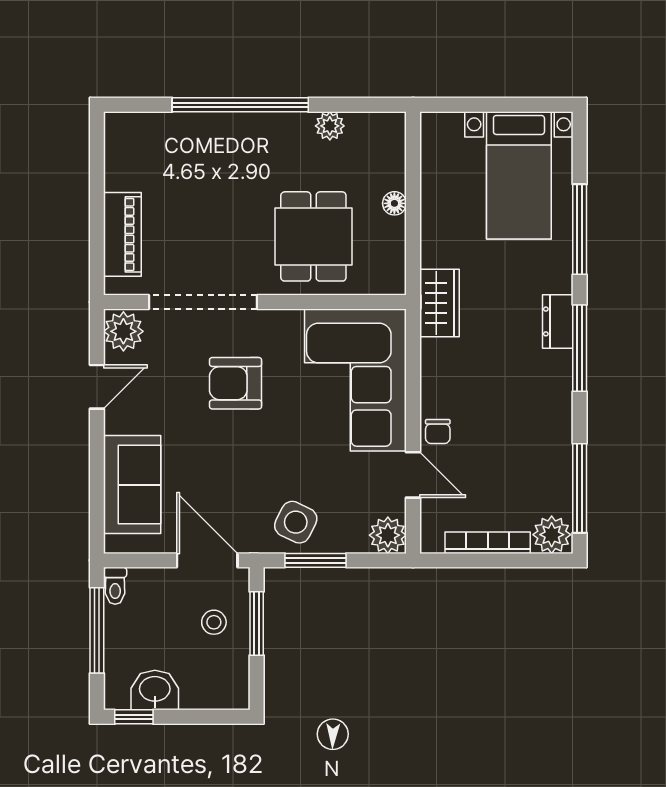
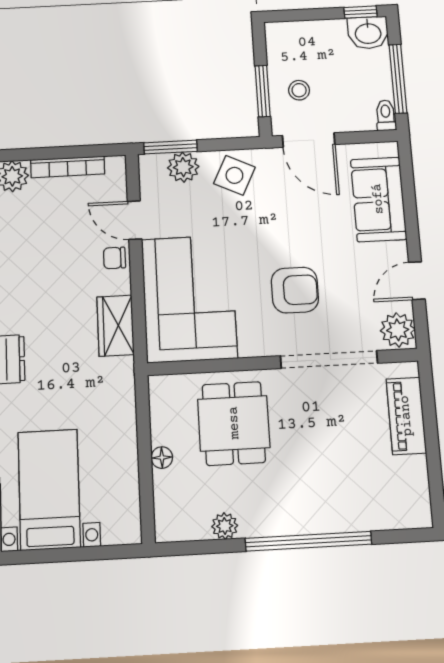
wardrobe: (440, 303) -> (116, 326), moved
chair: (438, 432) -> (114, 258), turned -90
plant: (388, 535) -> (183, 167), moved
window: (316, 560) -> (170, 147), moved
washbasin: (155, 690) -> (368, 33), moved

